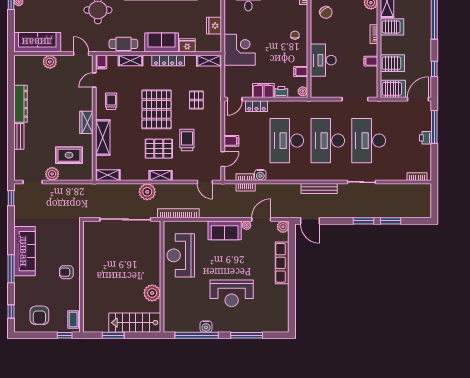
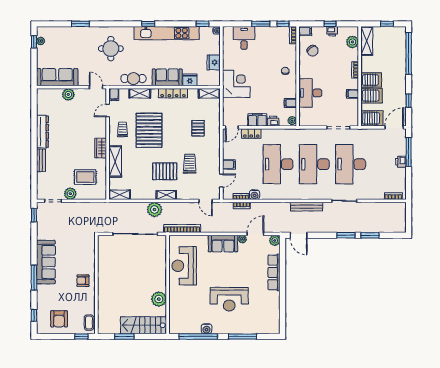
server rack: (392, 27) -> (371, 80), moved
pallet: (157, 109) -> (149, 130), moved

